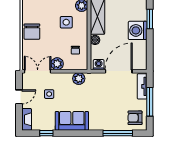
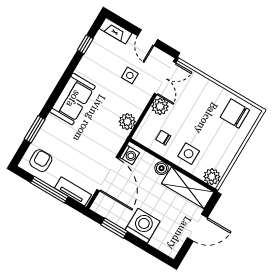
window: (150, 19) -> (114, 228), moved
side table: (66, 22) -> (189, 154), moved
chair: (32, 32) -> (235, 114), moved
sofa: (72, 121) -> (73, 99), moved
window: (118, 133) -> (35, 129), width x0.69

